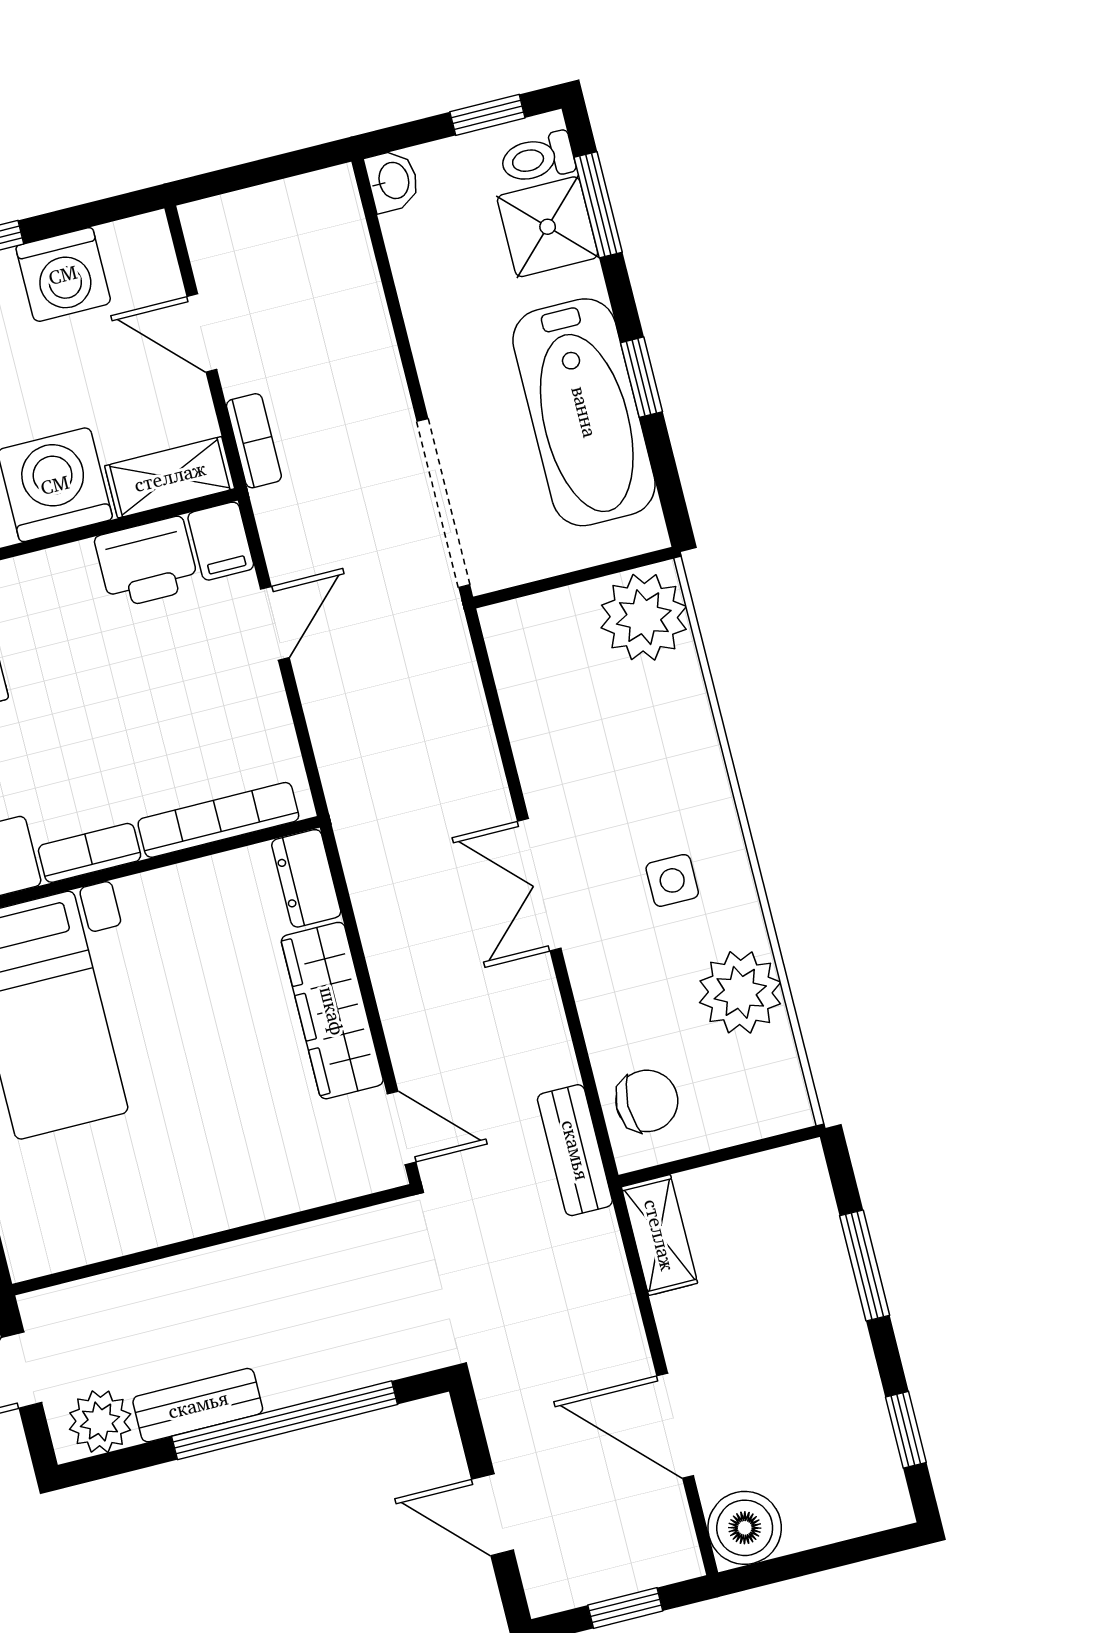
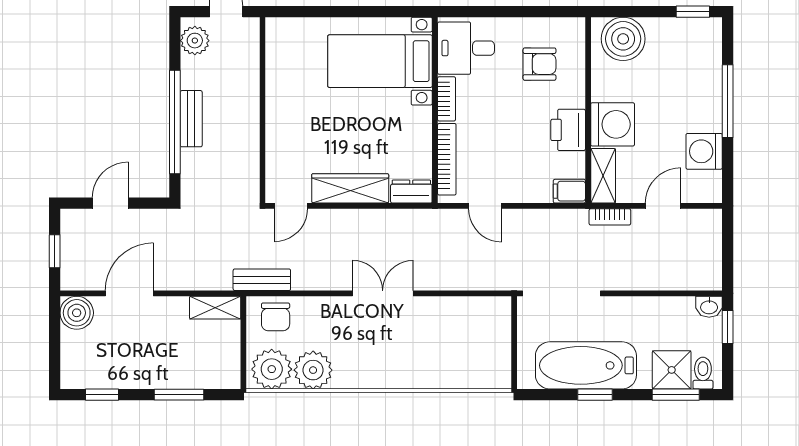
window: (487, 115) -> (728, 327), moved
printer: (147, 562) -> (568, 130), moved
plant: (644, 617) -> (272, 369), moved
door: (275, 623) -> (485, 206), moved
side table: (672, 880) -> (370, 352), removed
bench: (198, 1405) -> (191, 119), moved

